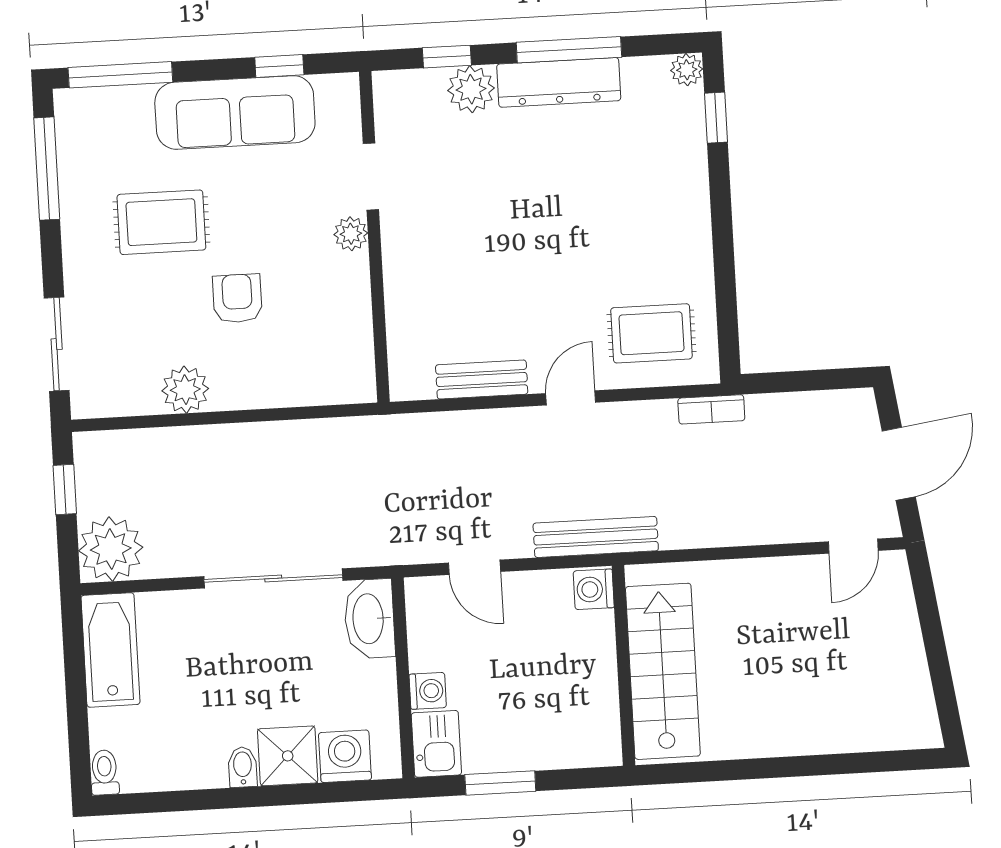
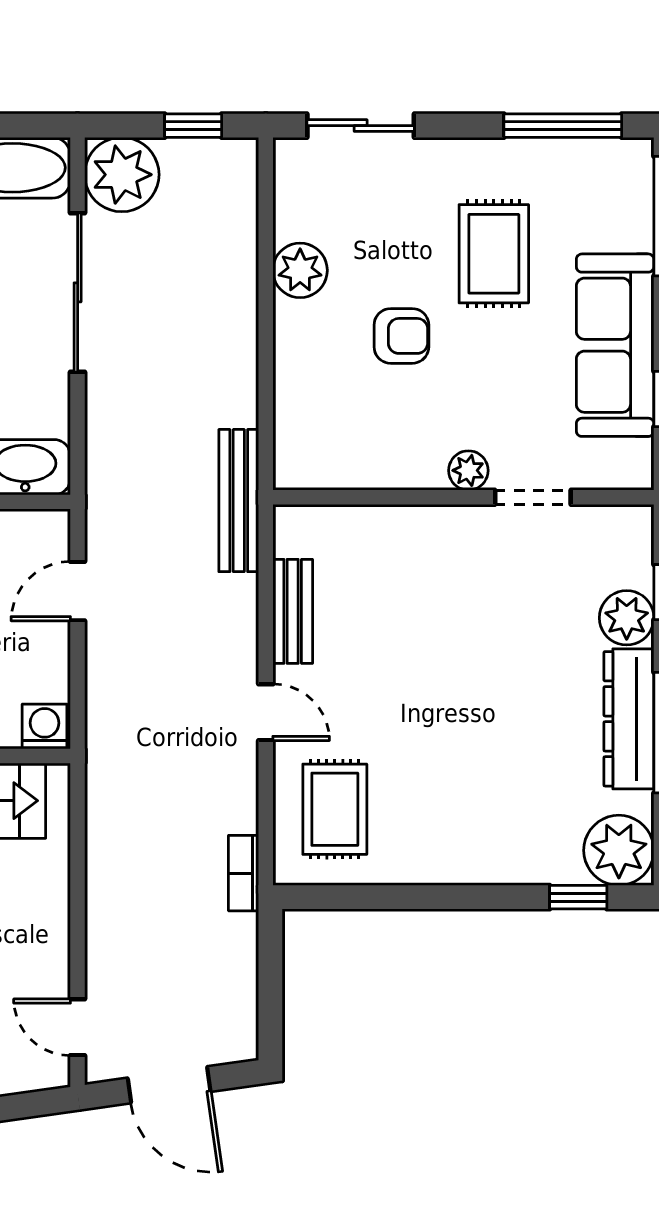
plant: (687, 70) -> (619, 850), width x1.87, depth x1.87
bench: (596, 537) -> (239, 501), moved
sliding door: (273, 578) -> (78, 292), moved

